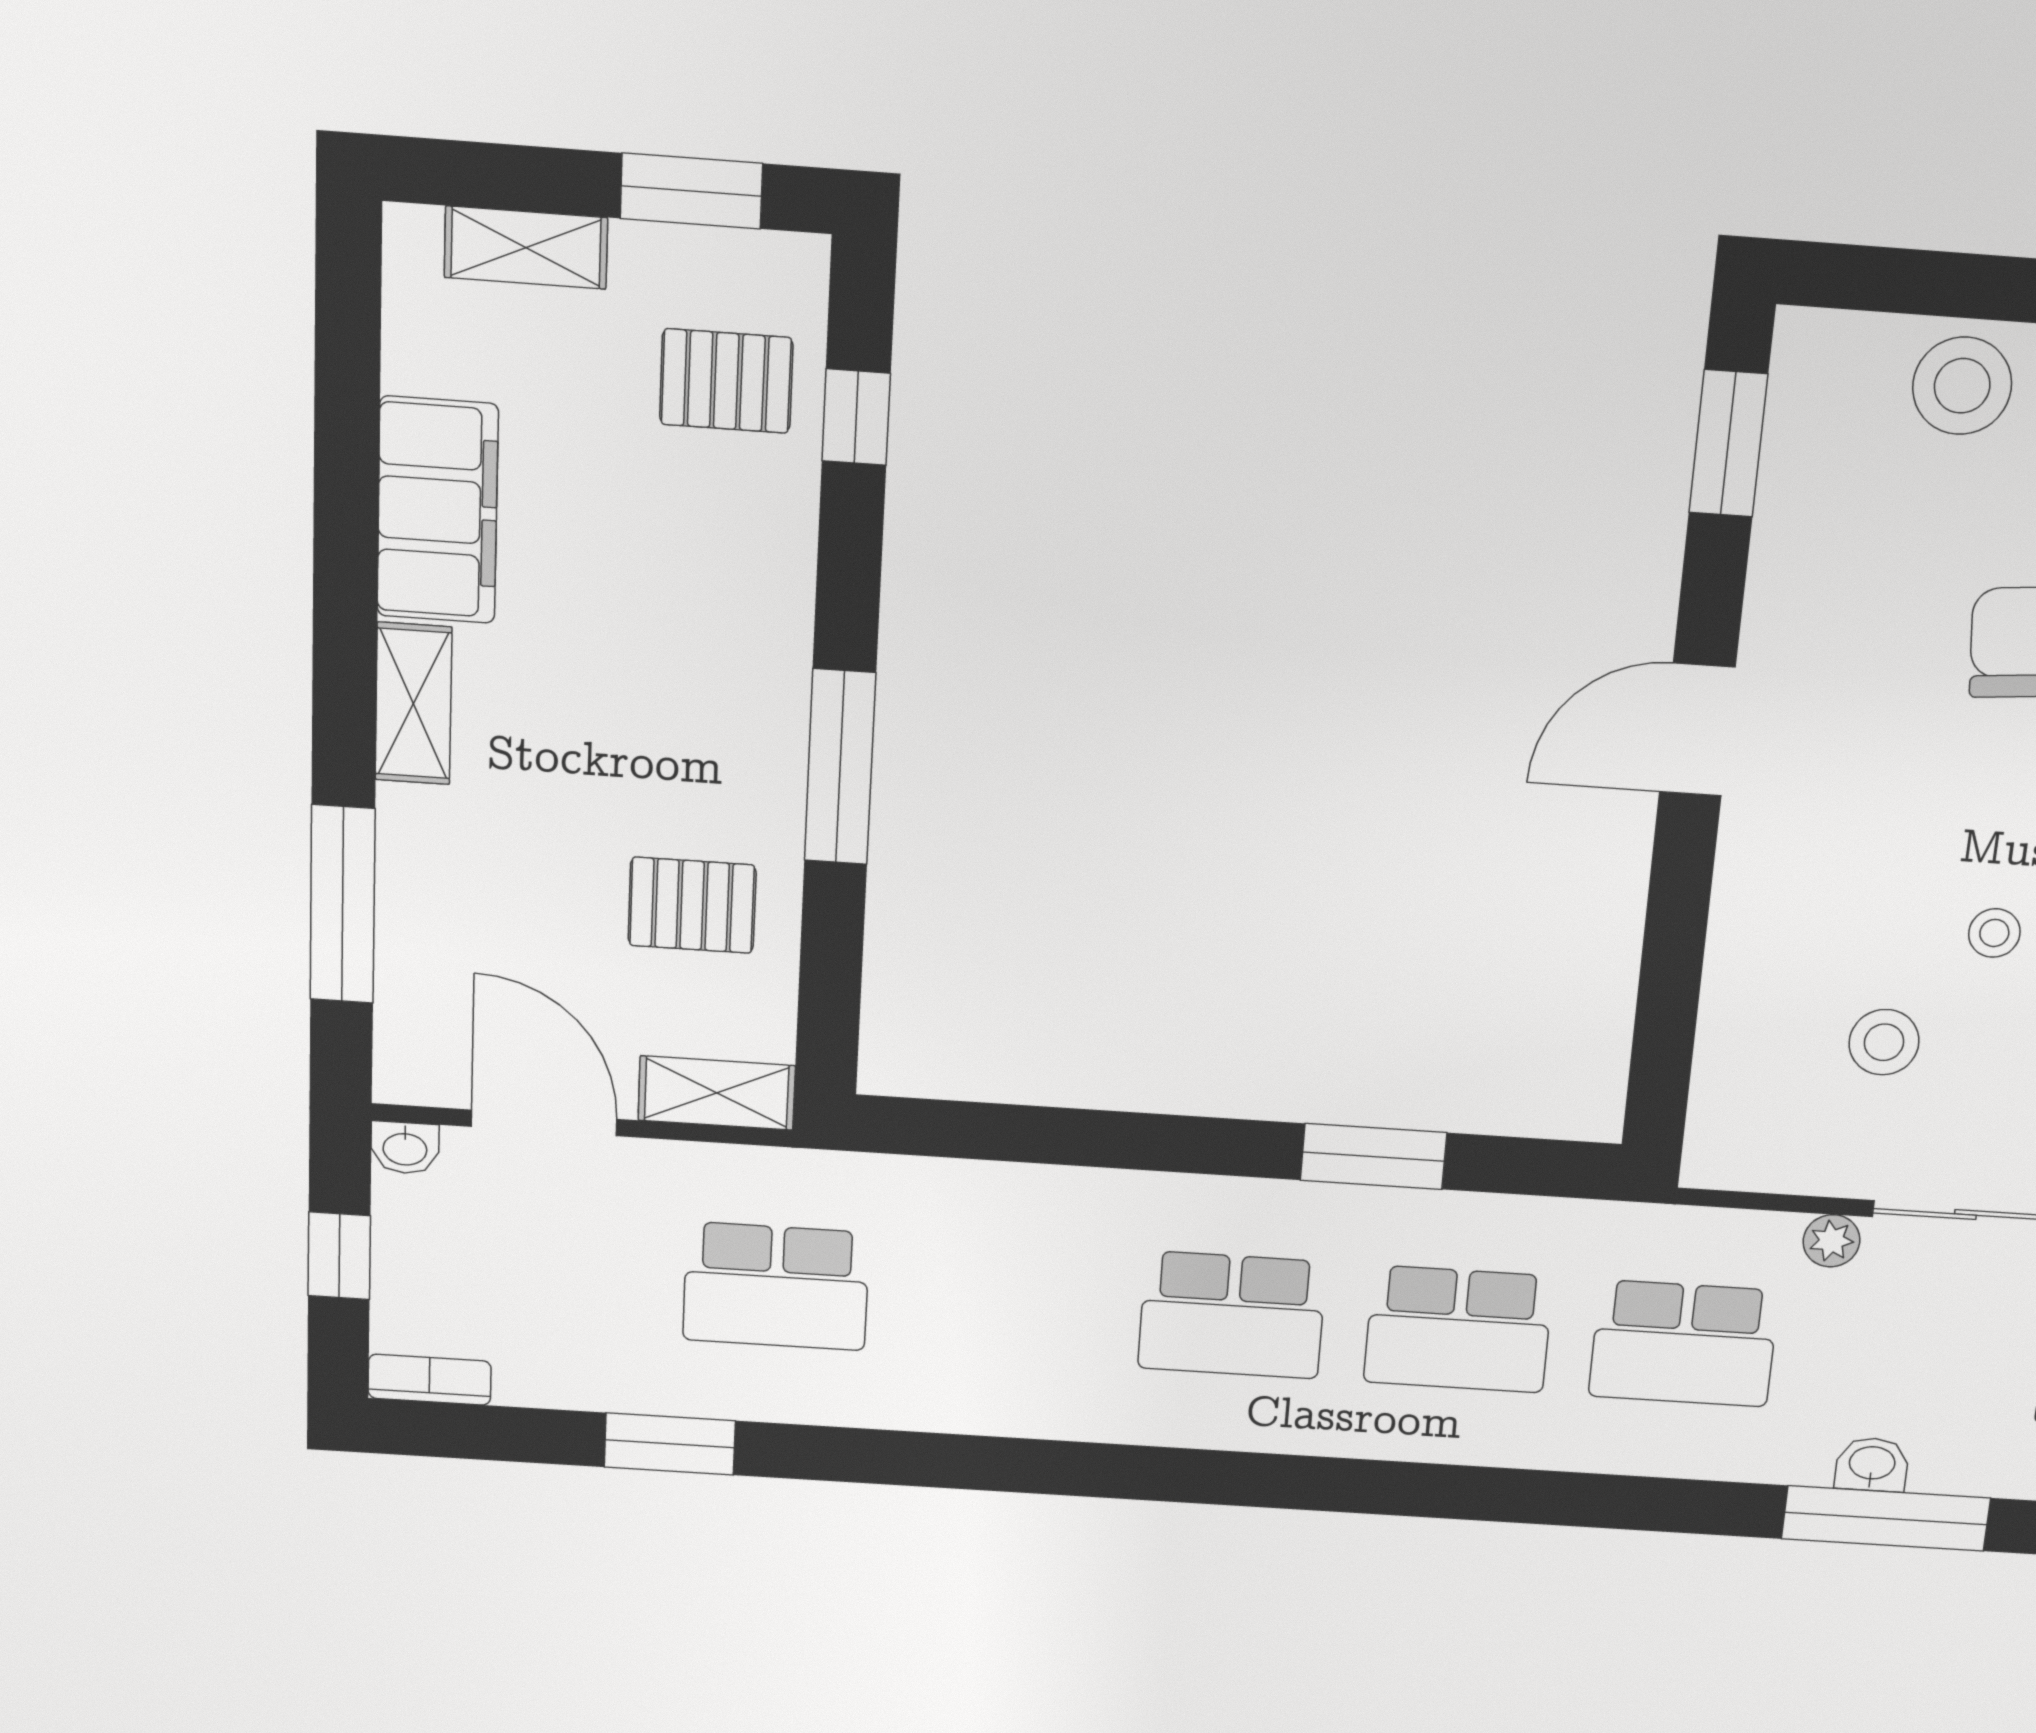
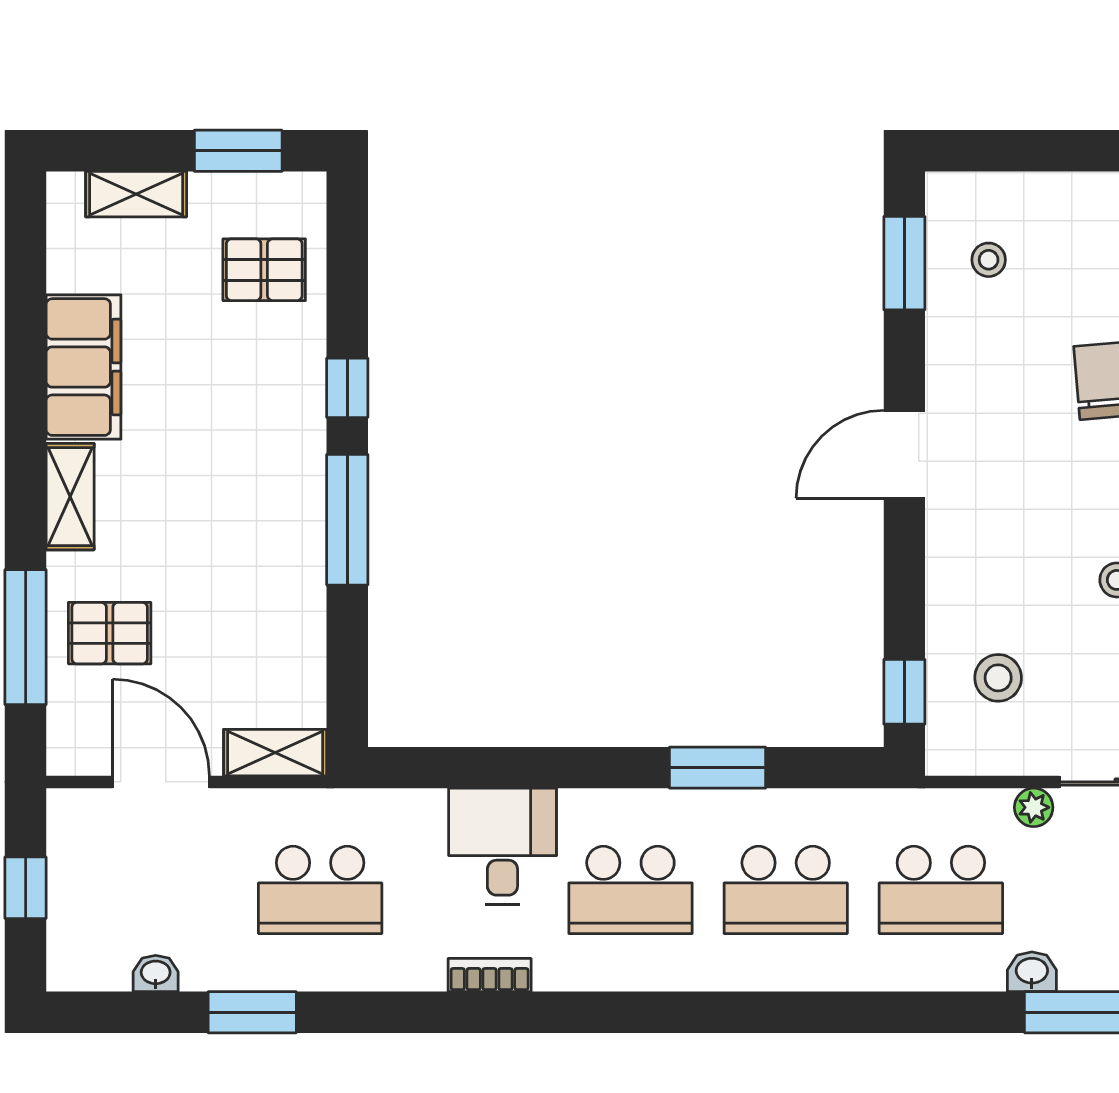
stool: (1962, 386) -> (989, 260), moved, width x0.53, depth x0.53
window: (856, 417) -> (347, 388), moved
pallet: (692, 905) -> (110, 633), moved
stool: (1884, 1042) -> (998, 678), moved
window: (1660, 1069) -> (904, 692), added
washbasin: (405, 1148) -> (156, 973), moved, turned 180
desk: (1048, 1244) -> (502, 846), added
bookcase: (430, 1380) -> (490, 975), moved
washbasin: (1872, 1464) -> (1032, 972), moved

